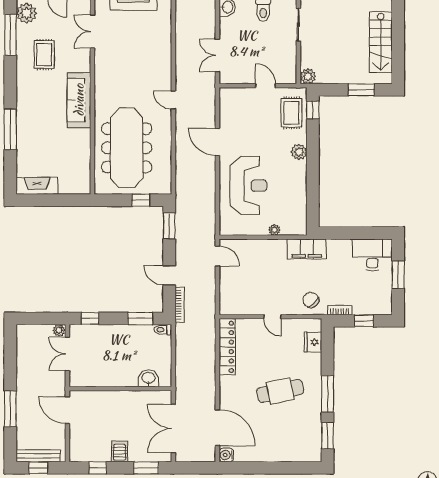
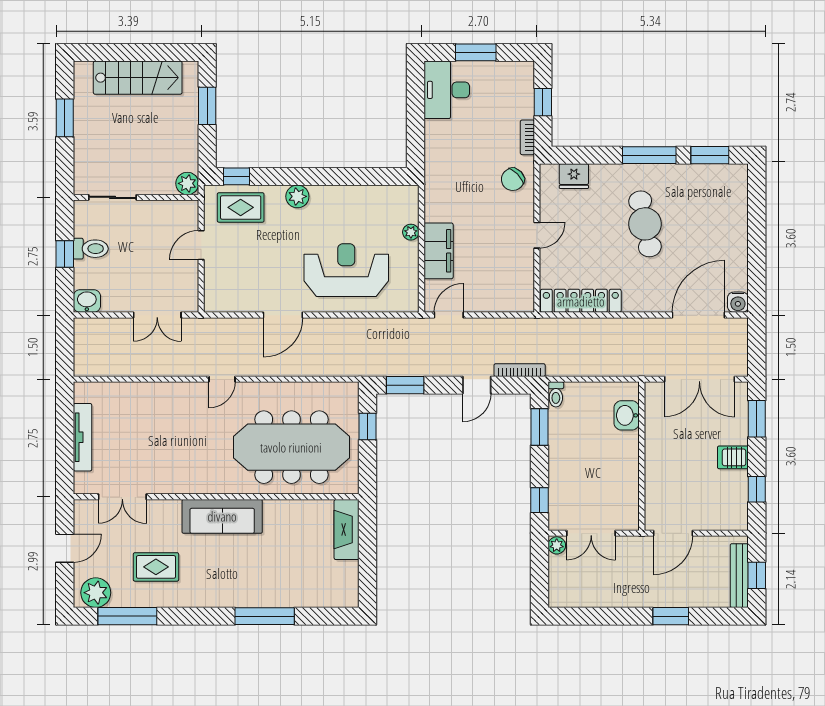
fireplace: (37, 186) -> (347, 530), moved
filing cabinet: (307, 249) -> (439, 251), moved
window: (10, 409) -> (671, 616), width x0.69

